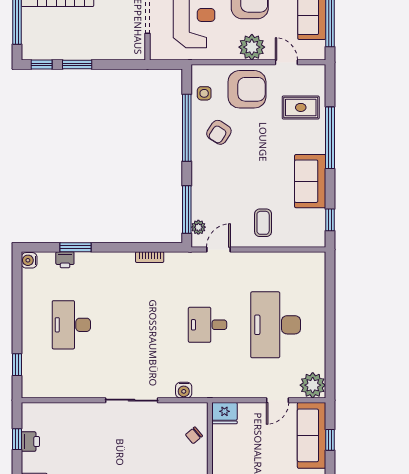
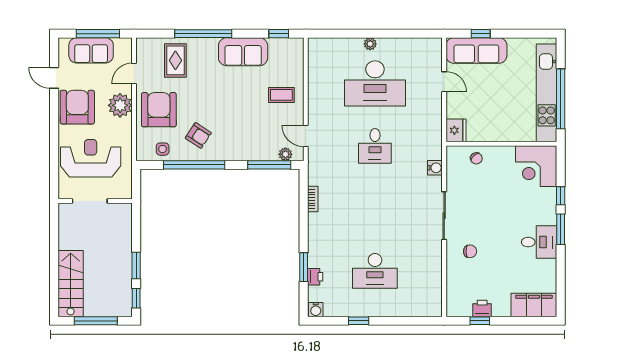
window: (17, 365) -> (359, 321), moved
plant: (313, 385) -> (370, 44), moved, width x0.53, depth x0.53
chair: (93, 428) -> (470, 251), added

